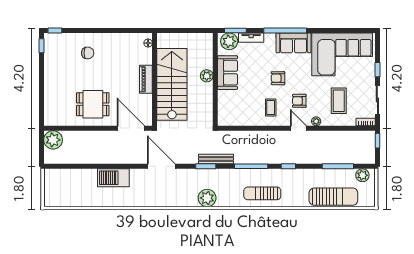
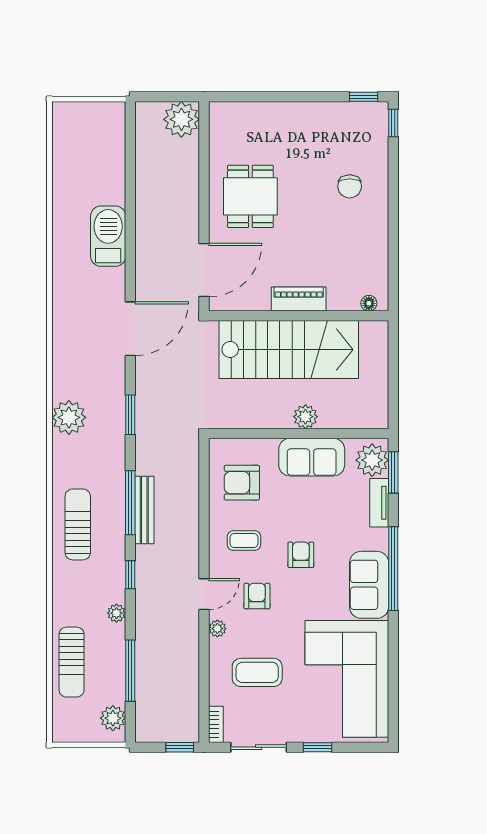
armchair: (241, 109) -> (242, 483), added
bench: (216, 159) -> (144, 510), moved
plant: (308, 173) -> (116, 613), added
sun lounger: (333, 197) -> (72, 662), width x0.73, depth x0.75

